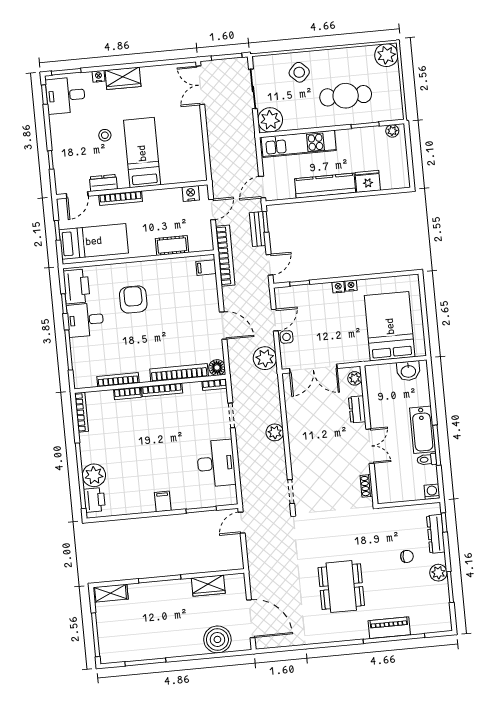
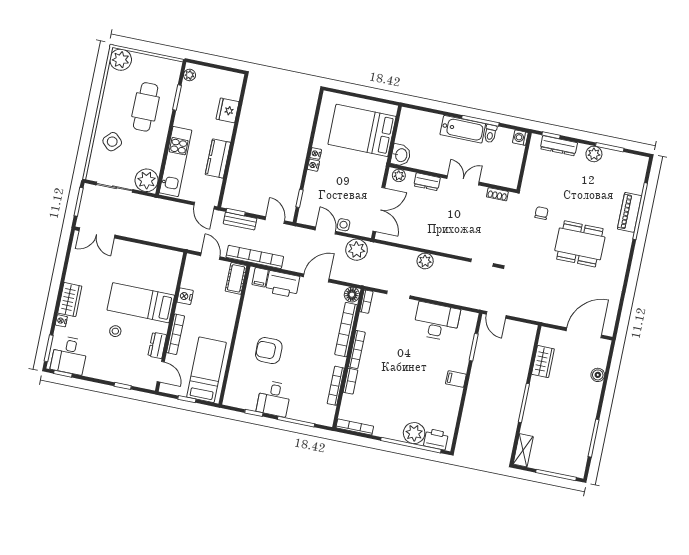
kitchen counter: (325, 186) -> (218, 158), width x0.67
nightstand: (191, 193) -> (185, 296), moved
cot: (172, 245) -> (236, 278), moved
printer: (77, 286) -> (282, 284), moved, turned 180
washbasin: (408, 371) -> (401, 155), moved
chair: (407, 556) -> (542, 213), moved
boiler: (217, 639) -> (598, 375), width x0.54, depth x0.54

